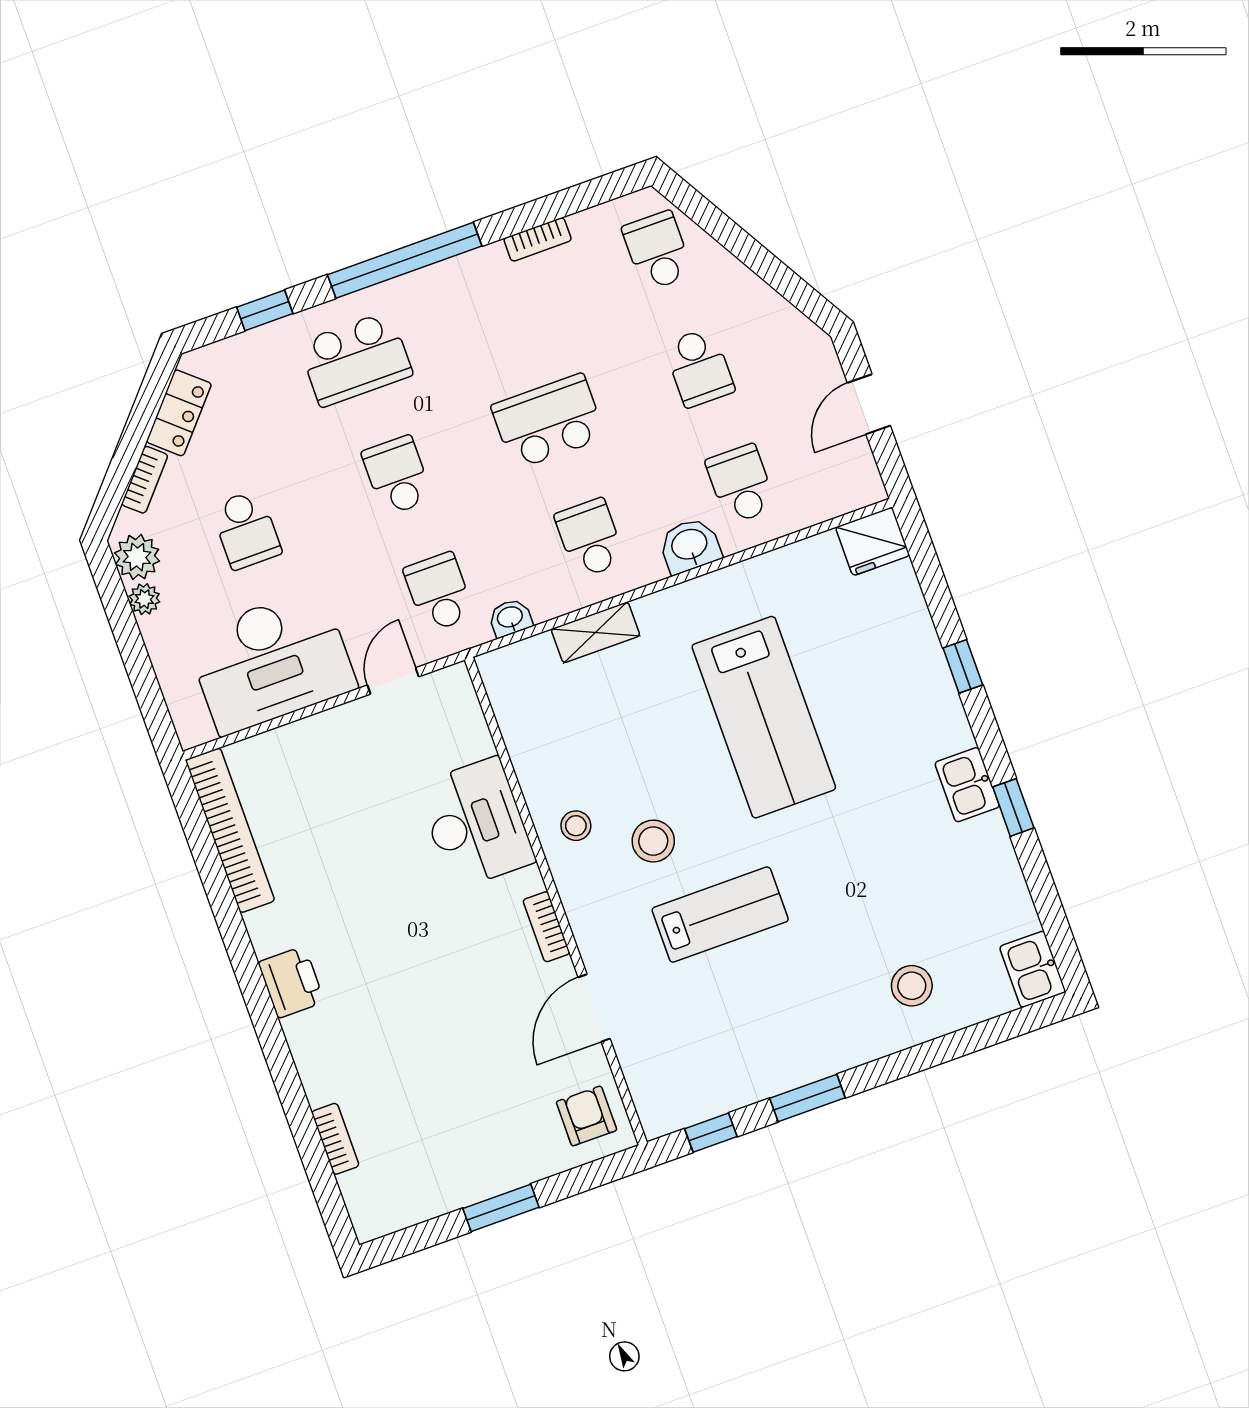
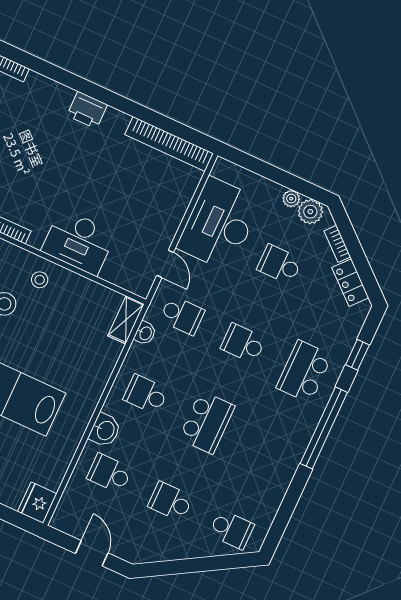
bookcase: (538, 239) -> (281, 487), removed
school desk: (397, 476) -> (243, 343), turned 180
school desk: (741, 484) -> (109, 473), turned 180
school desk: (590, 538) -> (146, 394), turned 180
shelving: (596, 632) -> (126, 320), moved

